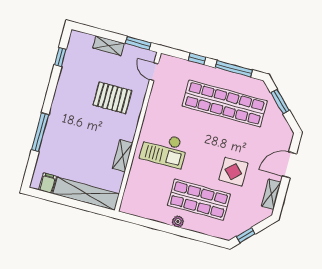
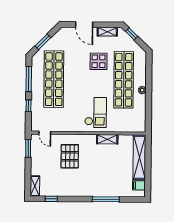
shelving: (109, 46) -> (35, 186), moved
door: (154, 72) -> (45, 133), hinge flipped
shop shelf: (199, 200) -> (124, 80), width x1.40
window: (246, 235) -> (132, 34), moved

